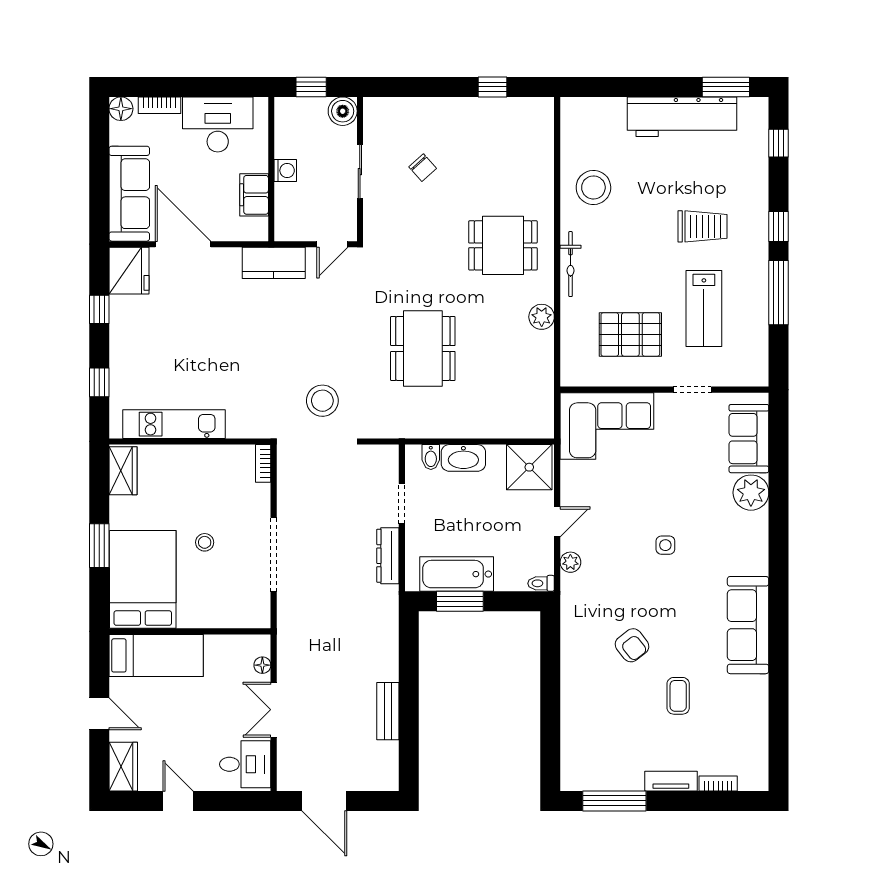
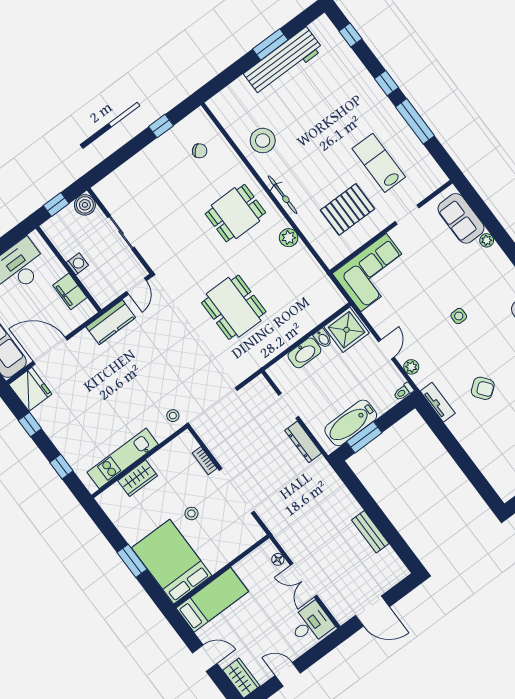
window: (726, 87) -> (270, 44), moved
chair: (423, 168) -> (200, 151), moved
trolley: (703, 226) -> (343, 116), removed
lab bench: (704, 309) -> (379, 163), turned 180
stool: (322, 401) -> (173, 416), moved, width x0.53, depth x0.53
bidet: (431, 457) -> (323, 338), moved
bookcase: (263, 463) -> (205, 461), moved
wardrobe: (123, 471) -> (138, 478), moved, turned 90
plant: (751, 493) -> (487, 240), width x0.53, depth x0.53
tv unit: (571, 623) -> (438, 402), added

